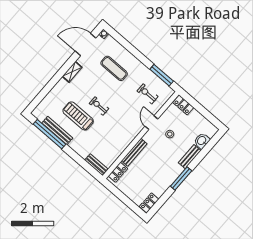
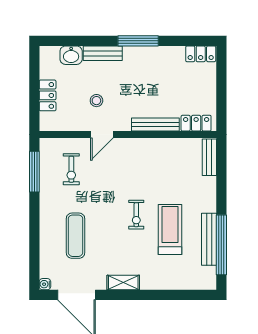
locker: (183, 105) -> (48, 95), moved
treadmill: (78, 116) -> (170, 229), turned 180

